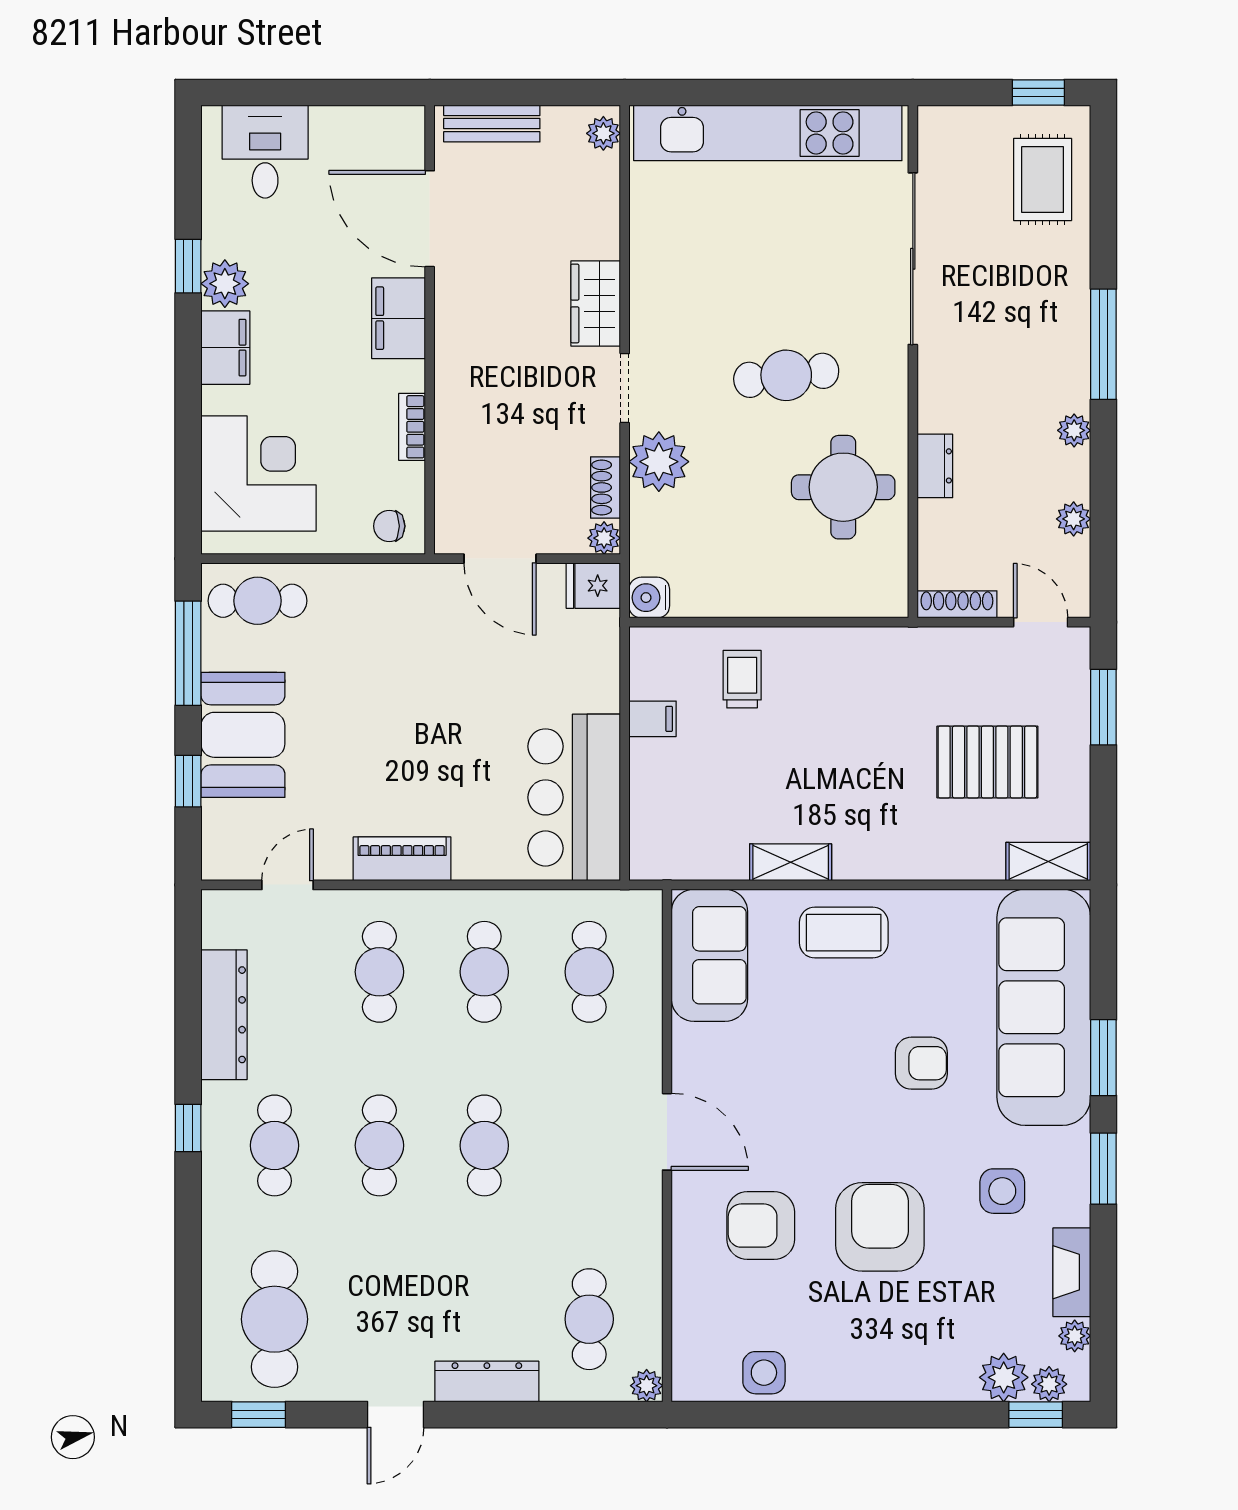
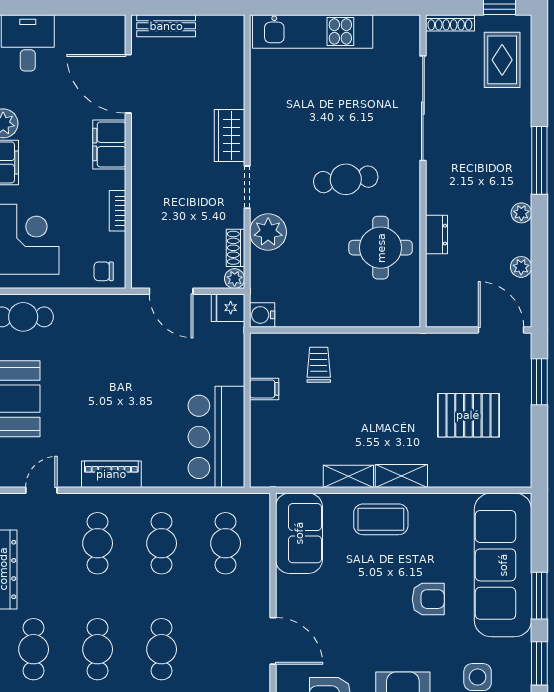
plant: (603, 133) -> (234, 32), removed
kitchen unit: (768, 133) -> (313, 31), width x0.73
shoe rack: (957, 604) -> (450, 23), moved, turned 180
door: (1041, 622) -> (501, 330), width x1.38
shelving: (1048, 862) -> (401, 476), moved

